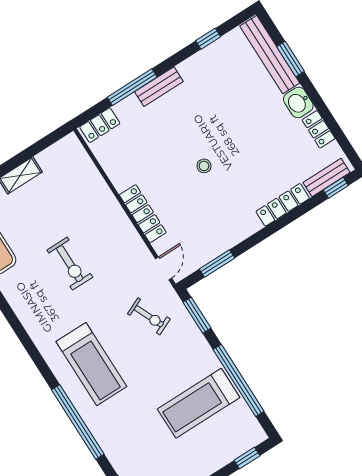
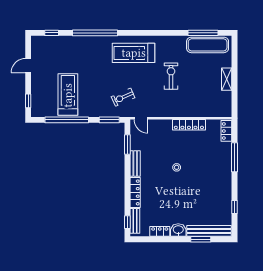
bench: (159, 87) -> (135, 164), moved
locker: (143, 214) -> (189, 125), moved
exercise bike: (70, 264) -> (171, 76), turned 90
treadmill: (91, 364) -> (134, 53), moved

